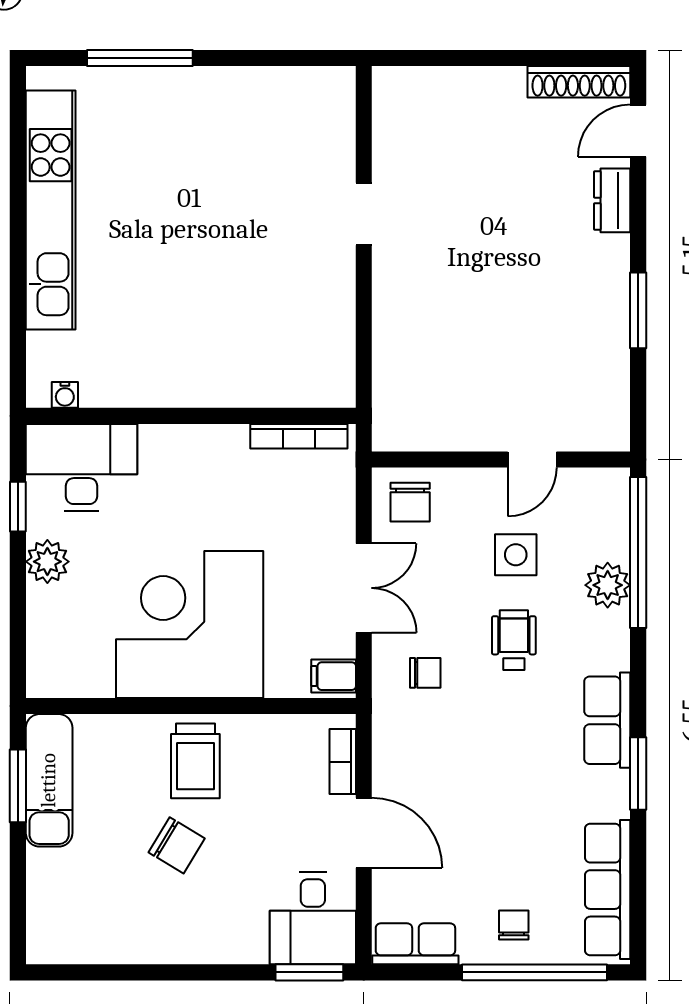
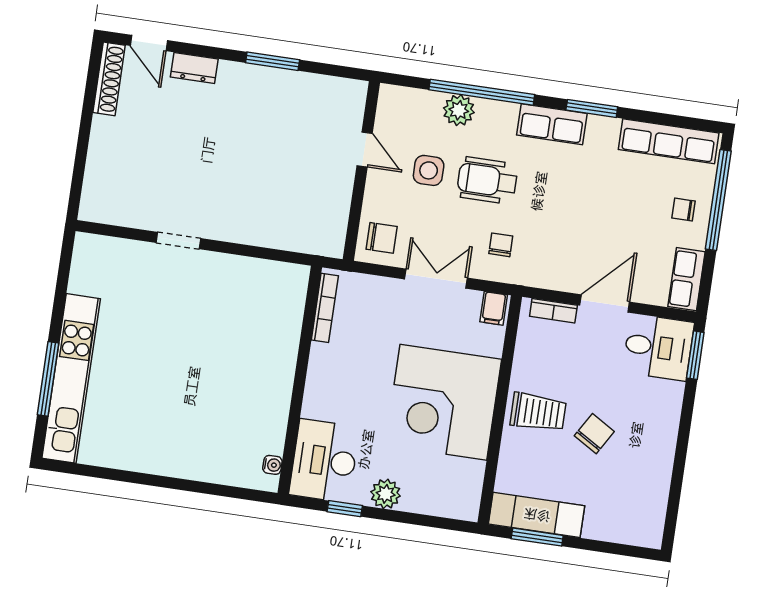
kitchen unit: (51, 210) -> (71, 378), moved, turned 90
window: (638, 552) -> (482, 92), moved
wheelchair: (514, 640) -> (487, 180), width x1.36, depth x1.37

